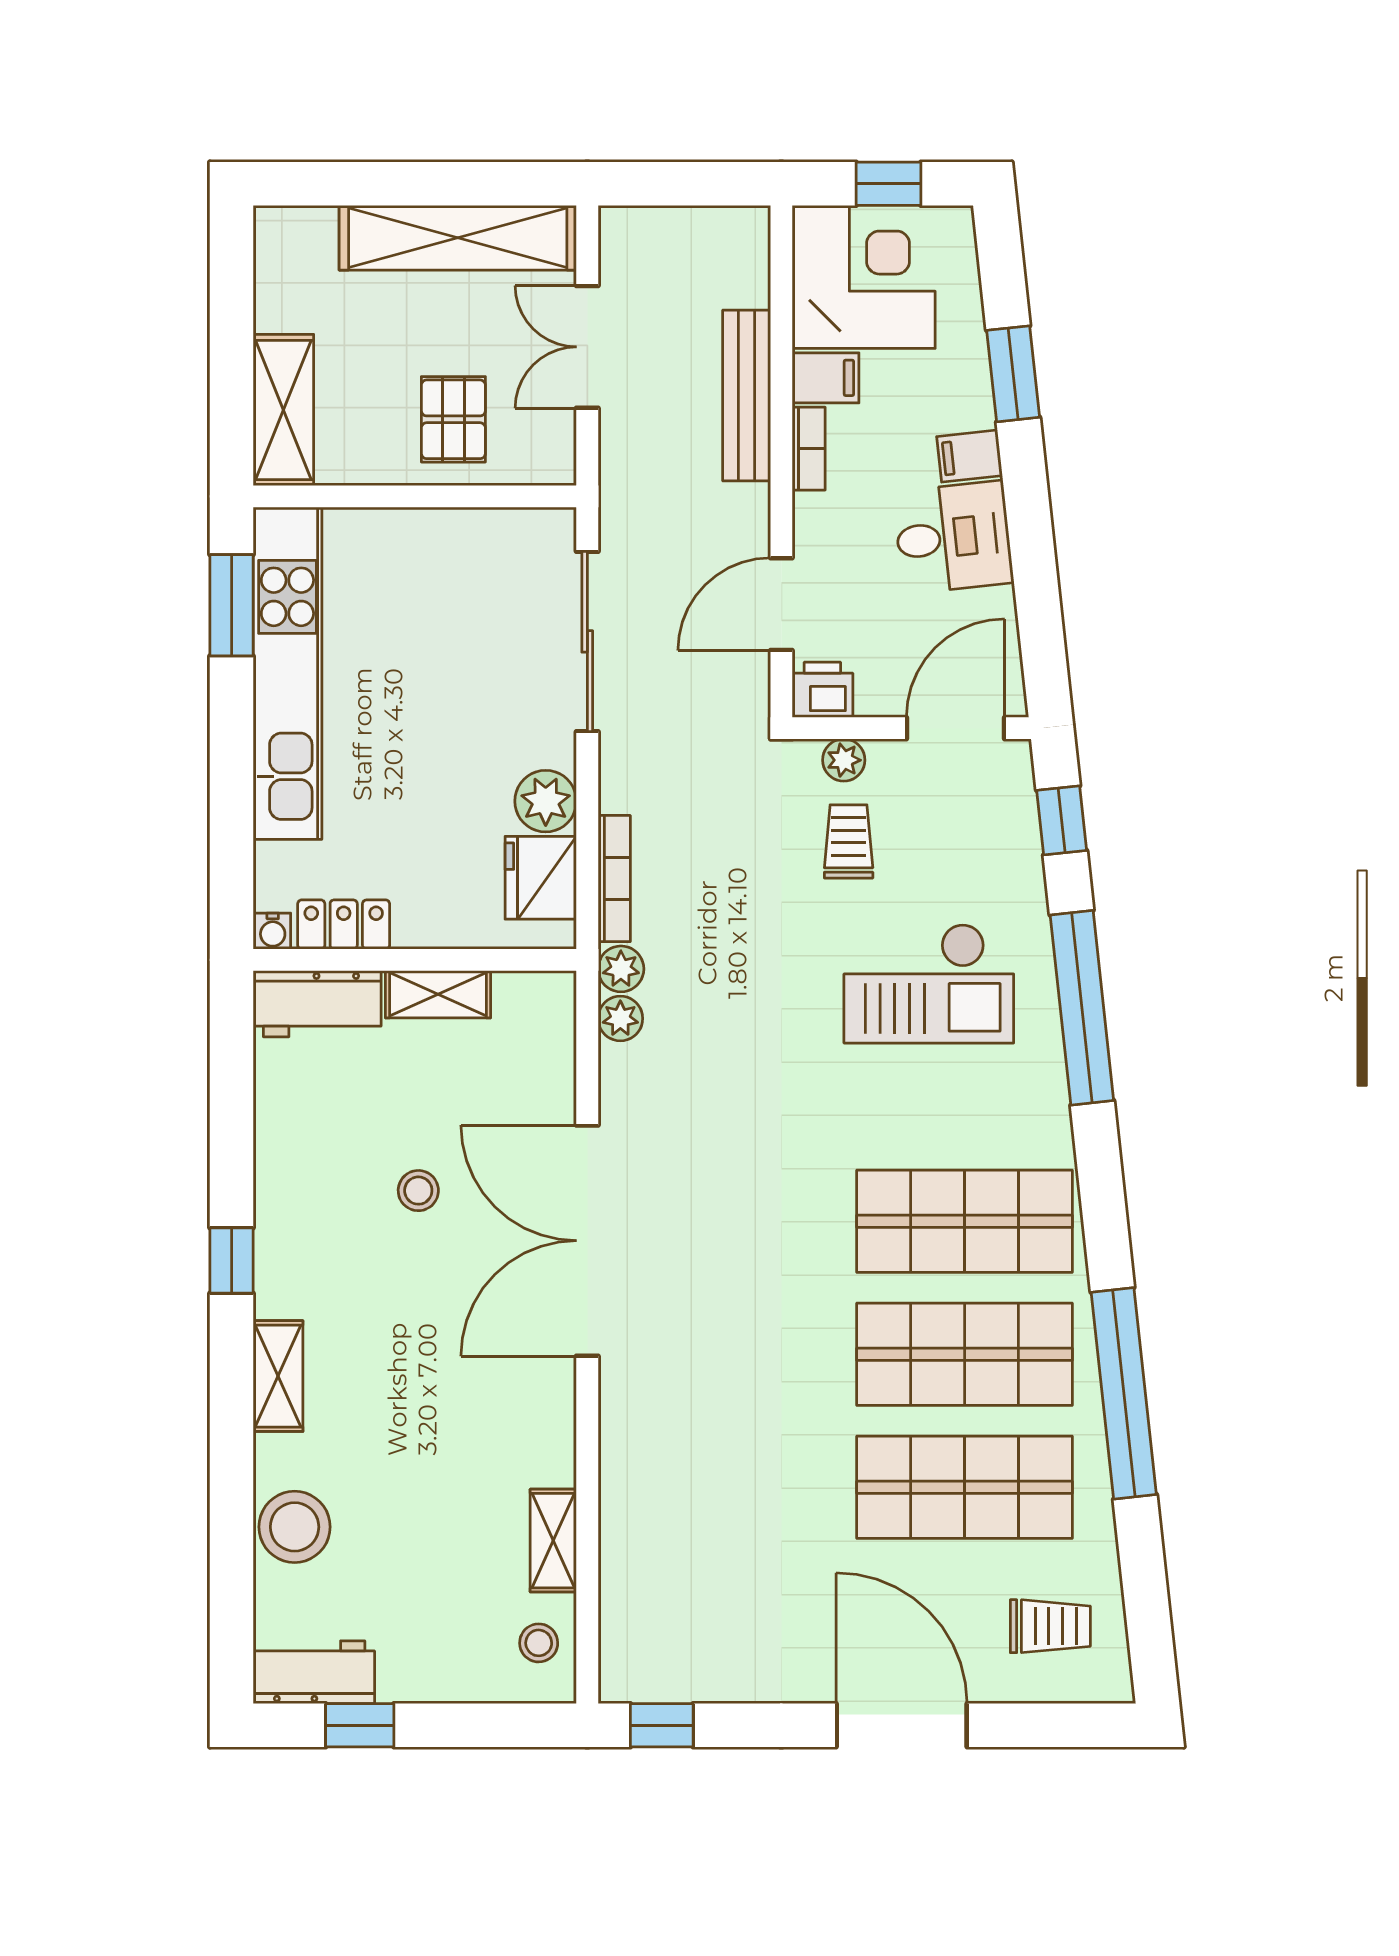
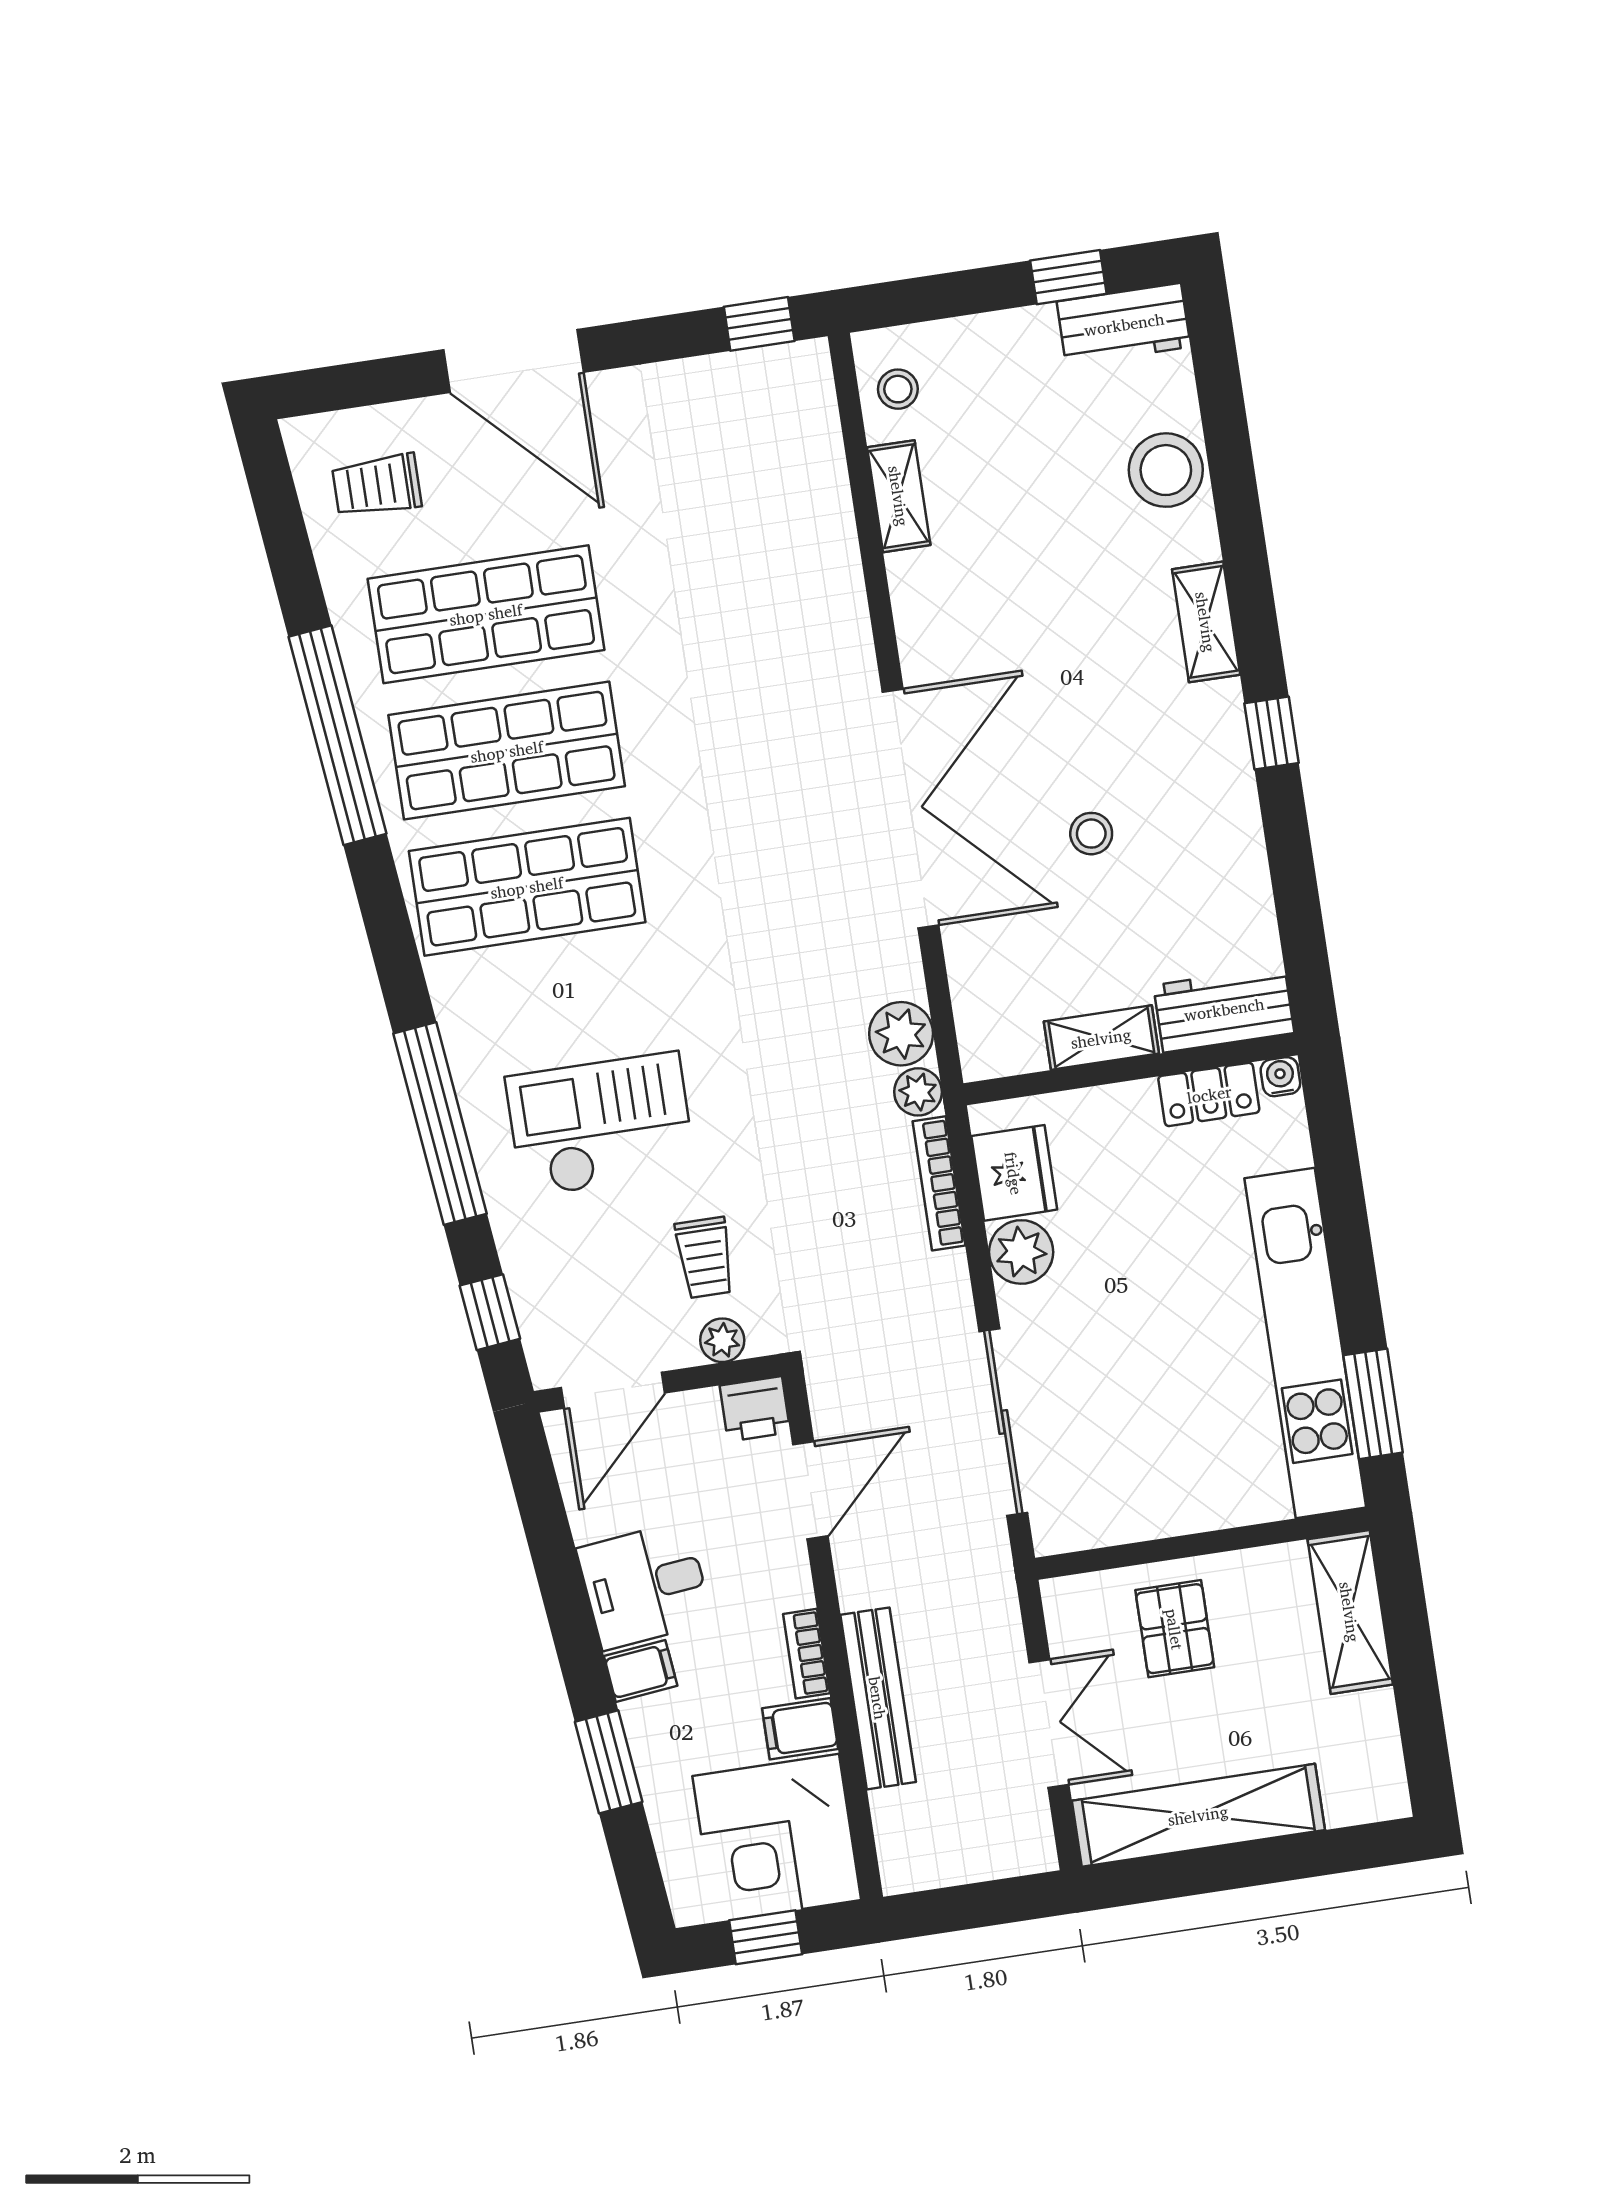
plant: (620, 1018) -> (901, 1034), width x1.38, depth x1.38

